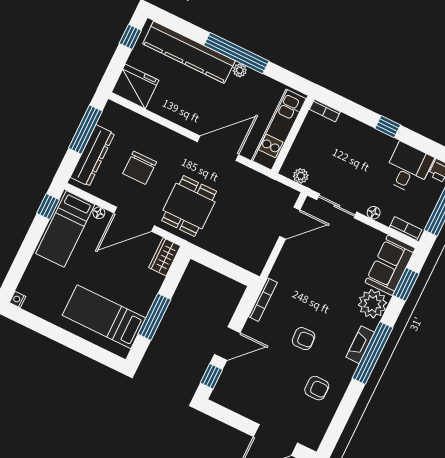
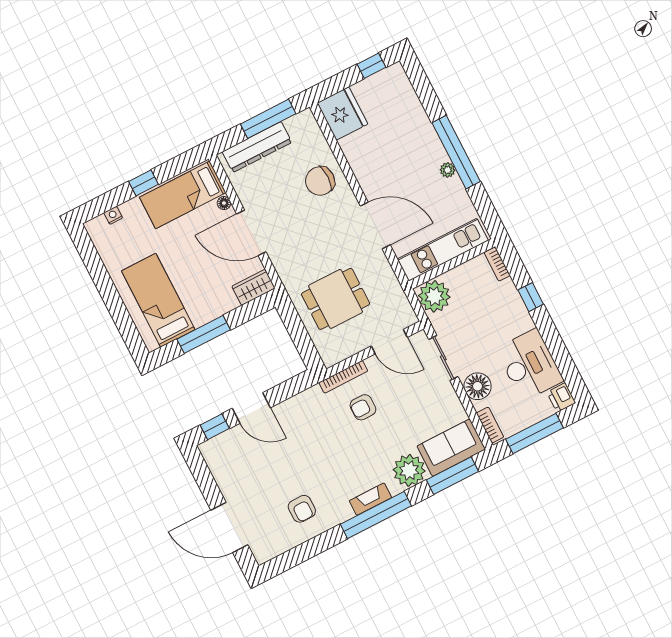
kitchen counter: (189, 52) -> (414, 119), removed
window: (388, 127) -> (531, 297), moved
chair: (140, 168) -> (320, 181), moved
desk: (408, 168) -> (530, 365), width x1.37
plant: (301, 176) -> (434, 296), width x1.87, depth x1.87
window: (48, 206) -> (143, 183), moved
dining table: (189, 206) -> (336, 299), moved
floor lamp: (374, 213) -> (478, 386), width x1.89, depth x1.89
window: (406, 284) -> (452, 476), width x1.44
nightstand: (18, 300) -> (113, 215), moved
bookcase: (263, 300) -> (343, 377), moved
armchair: (304, 339) -> (363, 407), moved, turned 93

